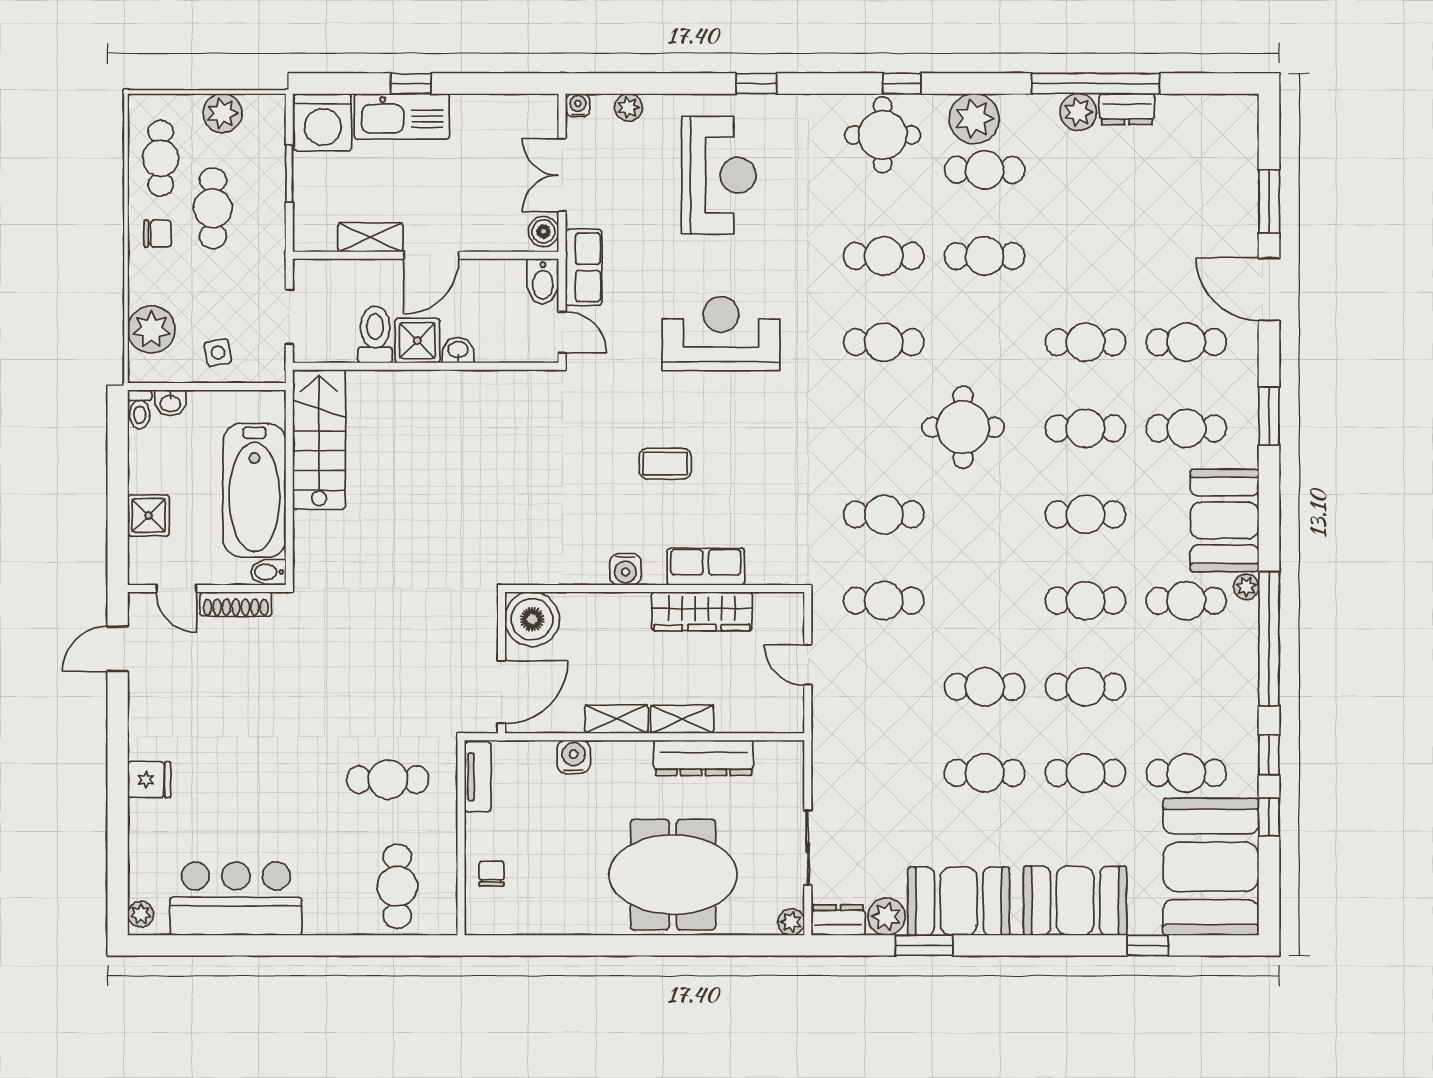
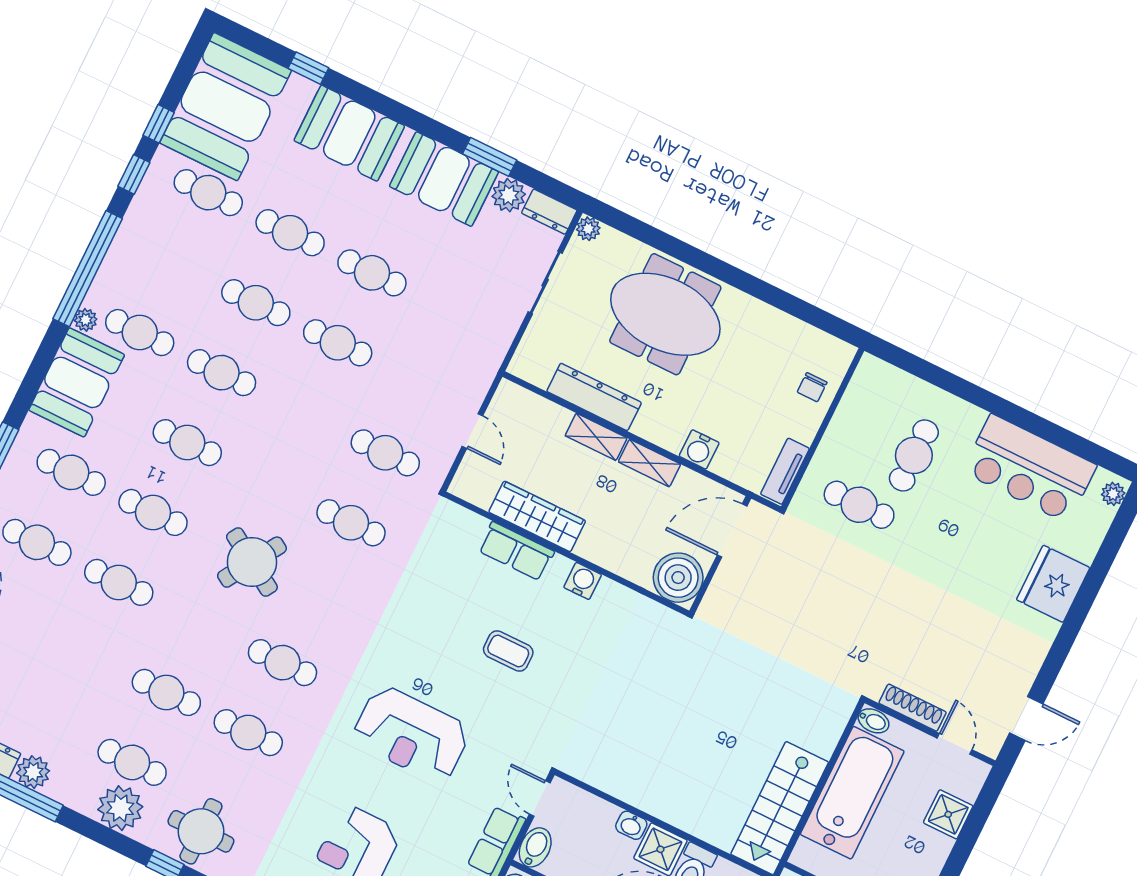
round table: (963, 427) -> (252, 562), turned 32
fridge: (149, 780) -> (1053, 584), width x1.88, depth x1.34
cafe table: (397, 886) -> (914, 455), moved

